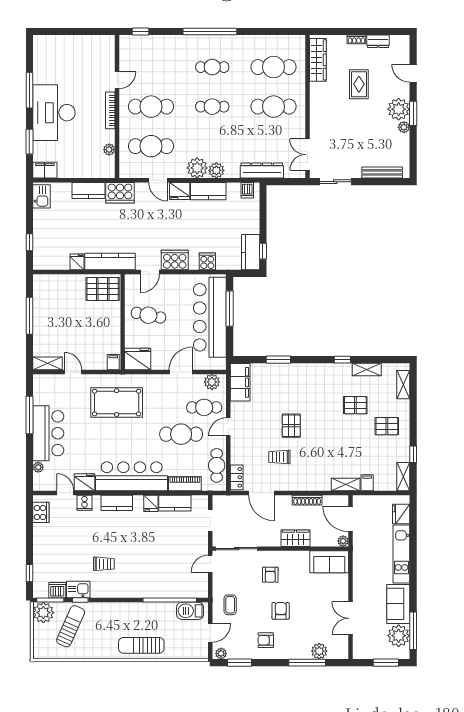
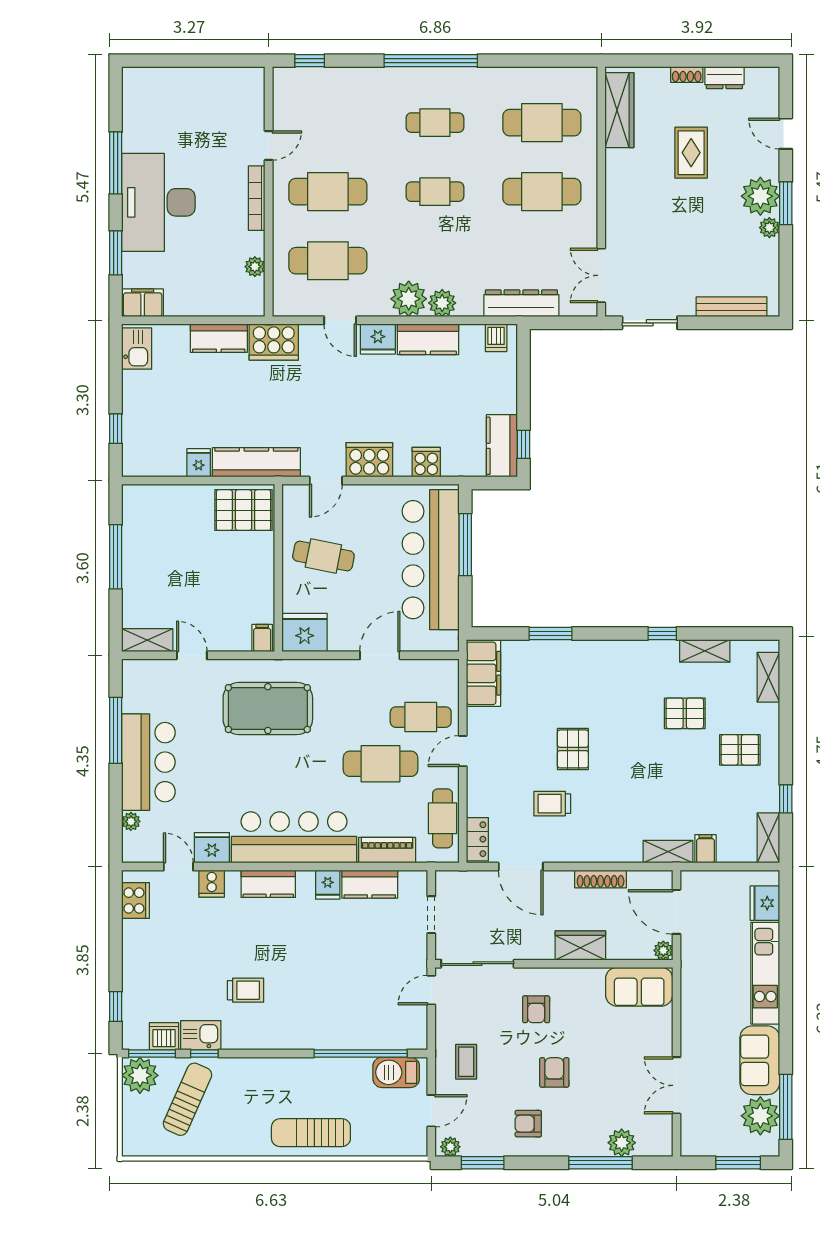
plant: (212, 382) -> (434, 673), removed

